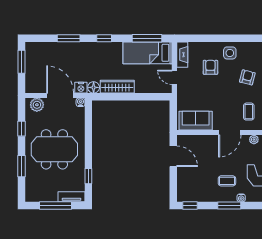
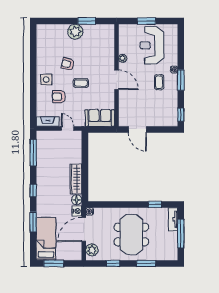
bed: (148, 53) -> (46, 239), moved, turned 180
door: (174, 77) -> (68, 129), swing flipped
coffee table: (249, 112) -> (81, 83), moved
sofa: (196, 121) -> (100, 118), moved, turned 90
door: (173, 156) -> (137, 130), swing flipped

